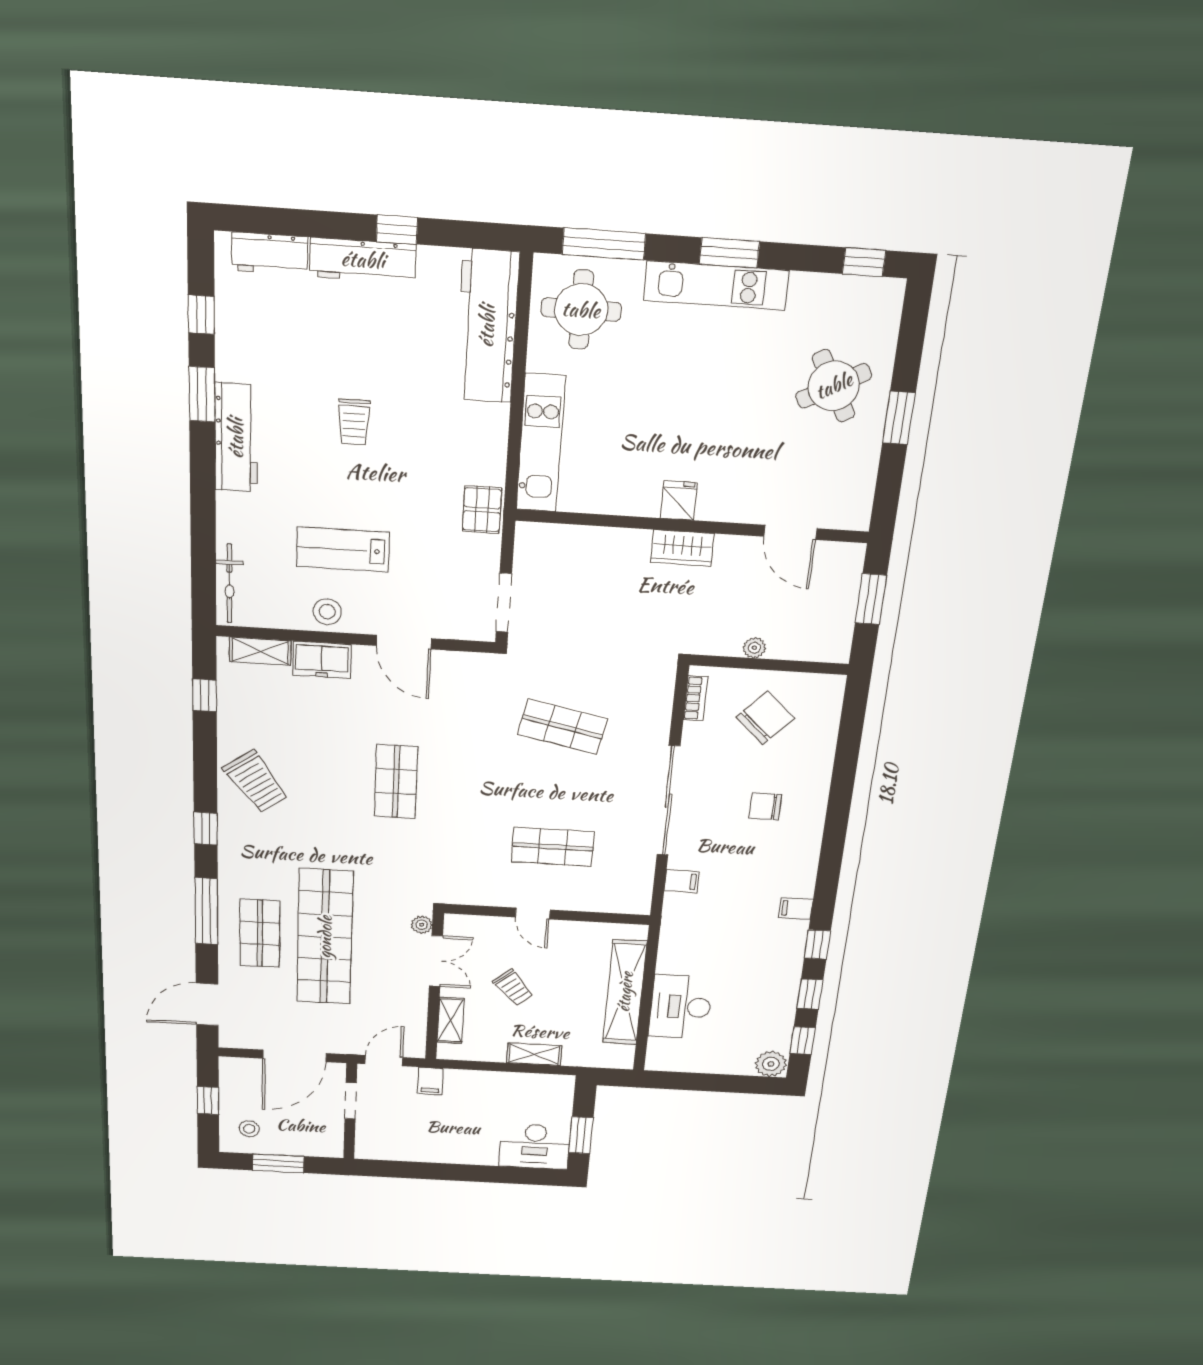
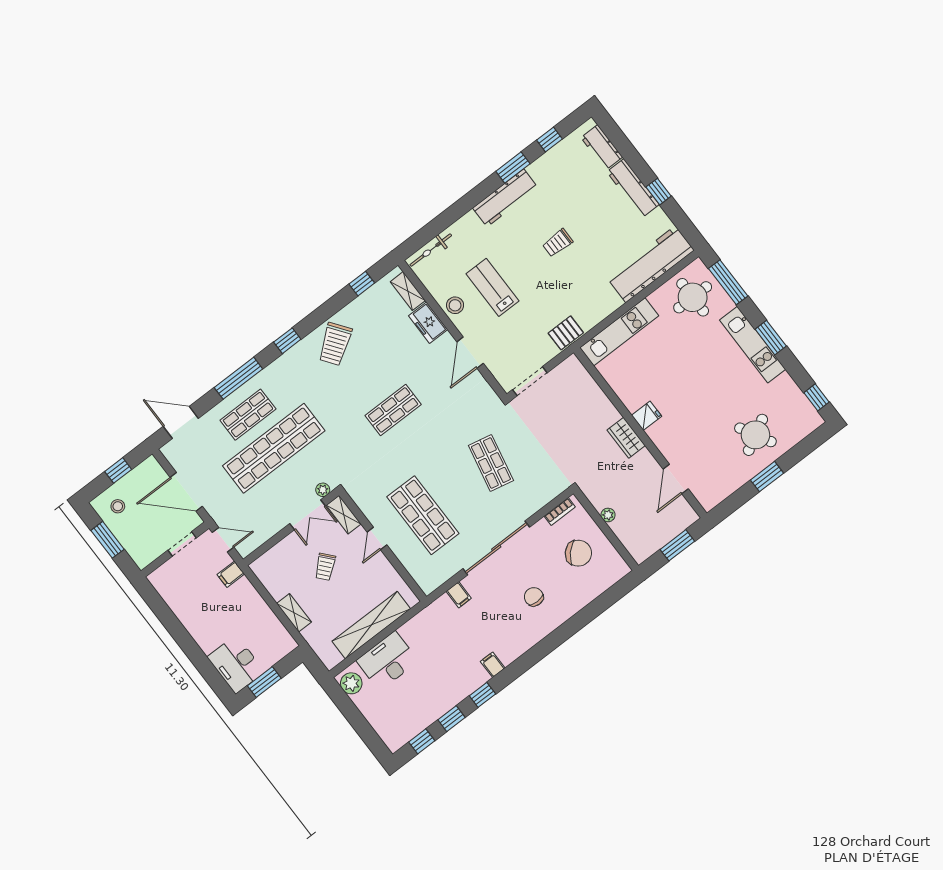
shop shelf: (553, 847) -> (423, 515), width x1.43, depth x1.36
shelving: (451, 1020) -> (344, 515), moved, turned 90
plant: (771, 1064) -> (351, 683), moved

